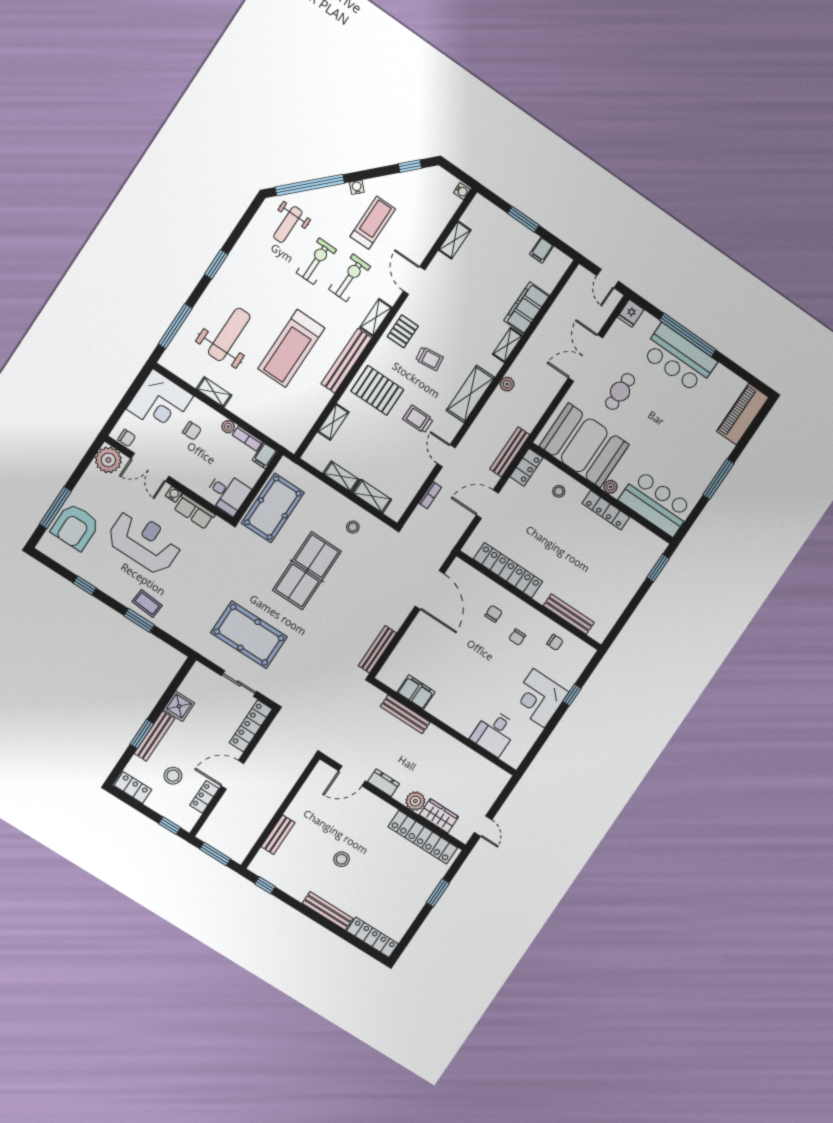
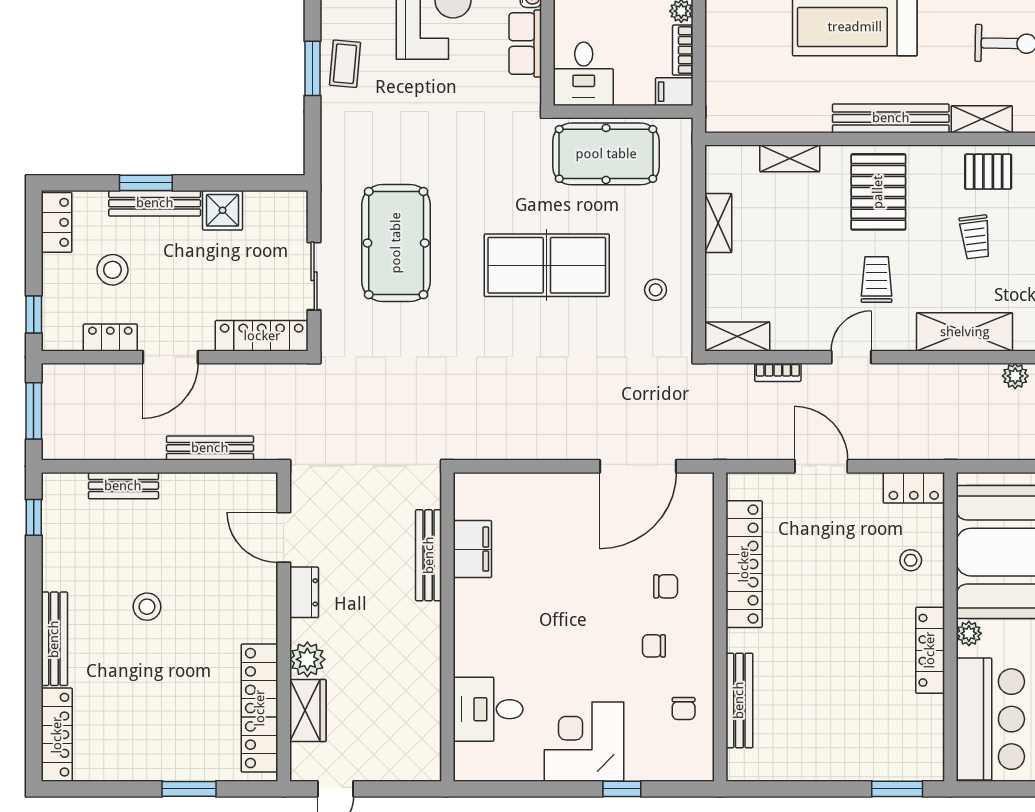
bench: (510, 452) -> (920, 447), removed
shelving: (372, 496) -> (737, 336), moved, turned 90
bench: (377, 649) -> (210, 448), moved
door: (232, 775) -> (170, 357), swing flipped

